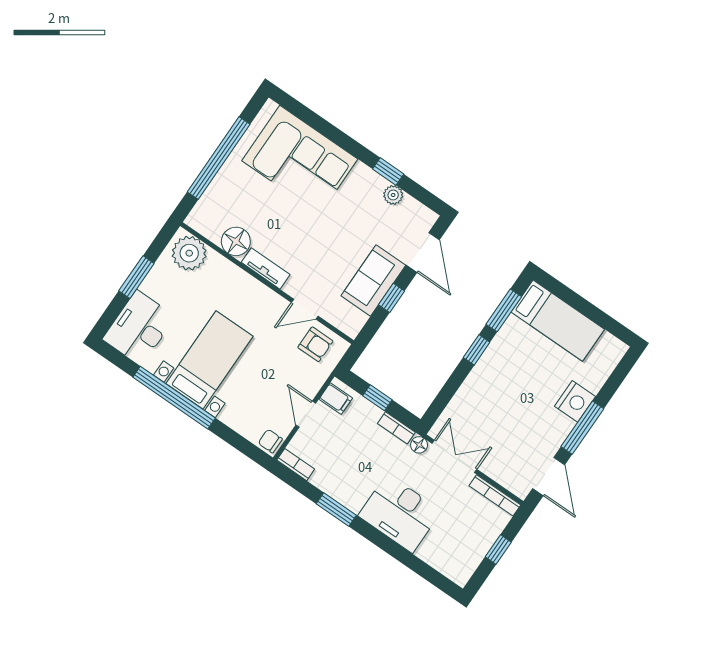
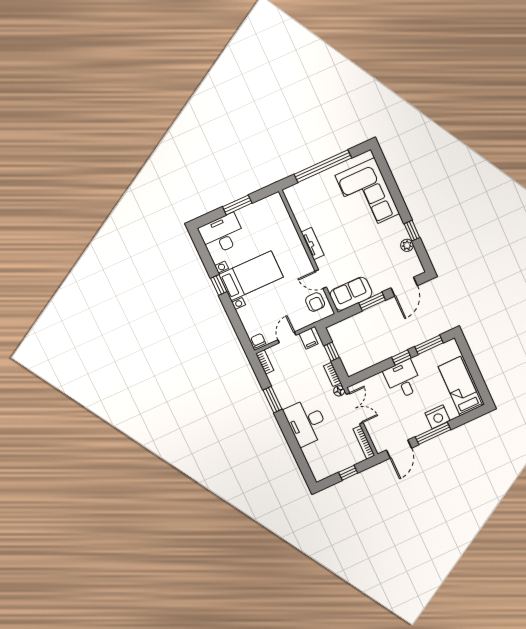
floor lamp: (236, 241) -> (305, 219), removed
plant: (189, 253) -> (275, 209), removed
sofa: (373, 281) -> (351, 294), moved
window: (391, 298) -> (372, 301), width x1.50
bed: (558, 321) -> (460, 386), moved, turned 180
desk: (497, 379) -> (403, 380), added
window: (174, 398) -> (219, 285), width x0.32

